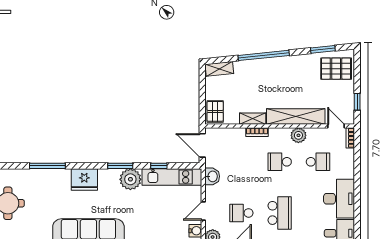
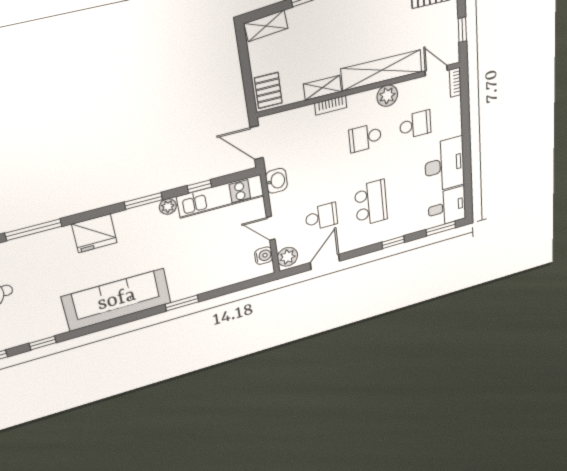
plant: (130, 179) -> (168, 206), width x0.53, depth x0.53
door: (203, 211) -> (271, 228), hinge flipped
school desk: (241, 213) -> (321, 217), turned 180

